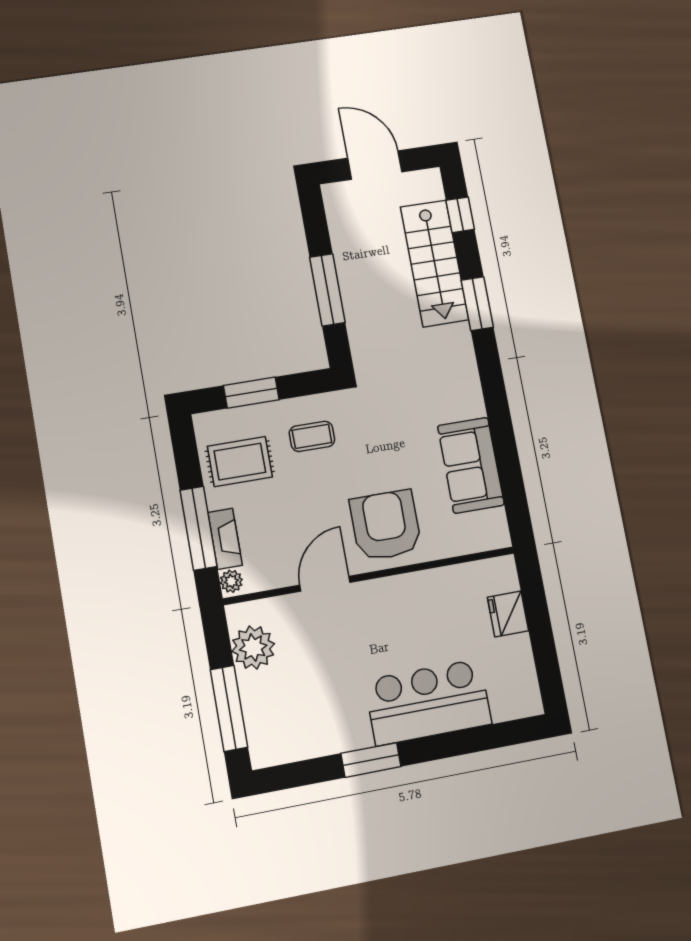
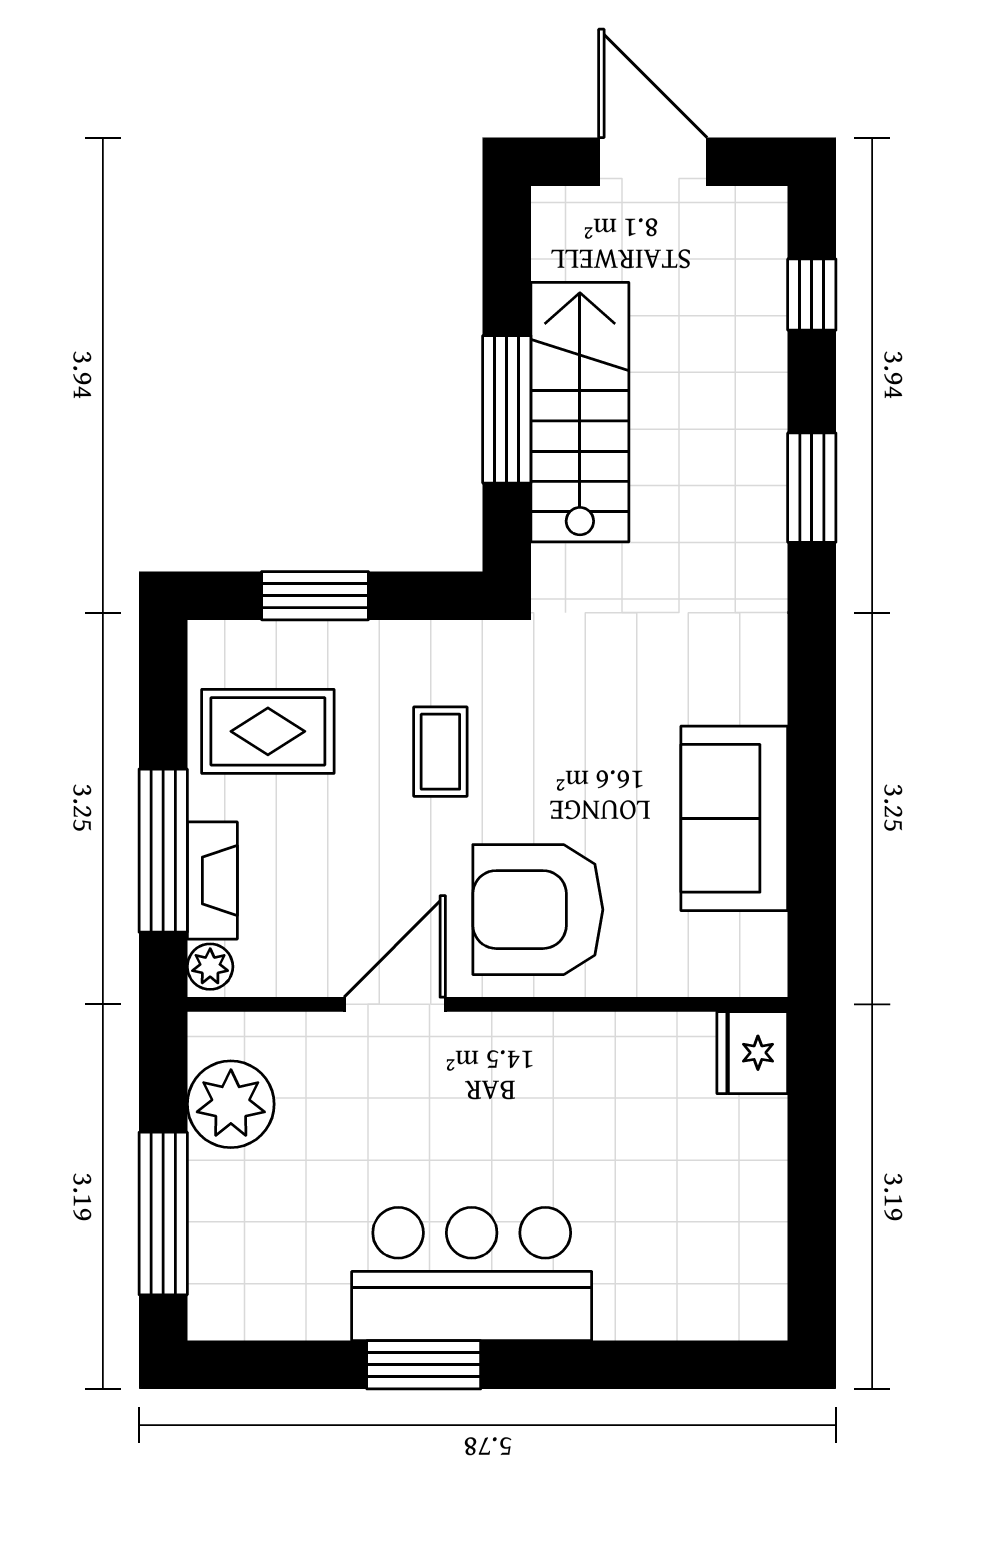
stairs: (435, 263) -> (580, 412), moved, turned 180
coffee table: (312, 436) -> (440, 752), moved, turned 90
armchair: (386, 525) -> (538, 910), turned -90
fridge: (508, 614) -> (752, 1053), moved
bar counter: (428, 702) -> (472, 1274), moved

